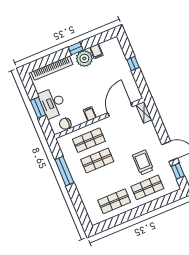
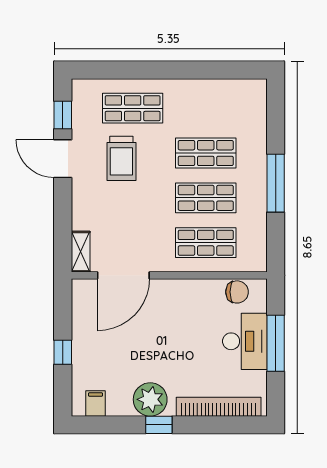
filing cabinet: (96, 51) -> (95, 403), moved
window: (38, 108) -> (276, 343), width x1.44
filing cabinet: (90, 114) -> (183, 291), removed
window: (64, 171) -> (276, 183), moved
shop shelf: (114, 201) -> (206, 153), moved

